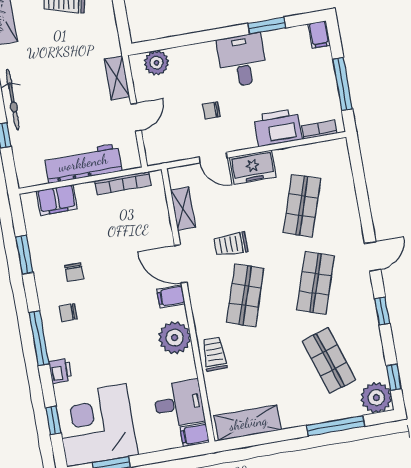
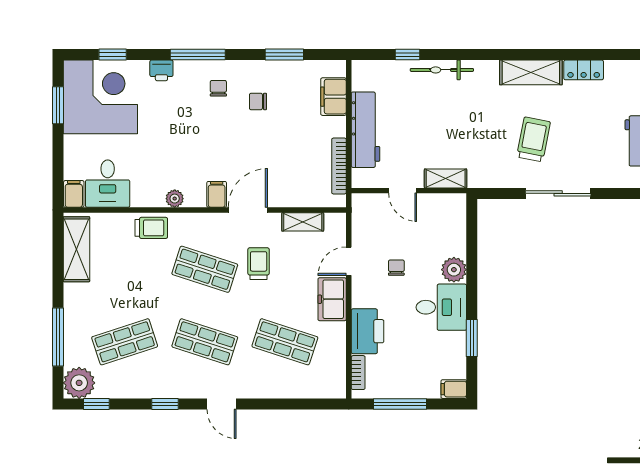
plant: (156, 63) -> (454, 270), moved
plant: (175, 338) -> (175, 199), width x0.53, depth x0.53

